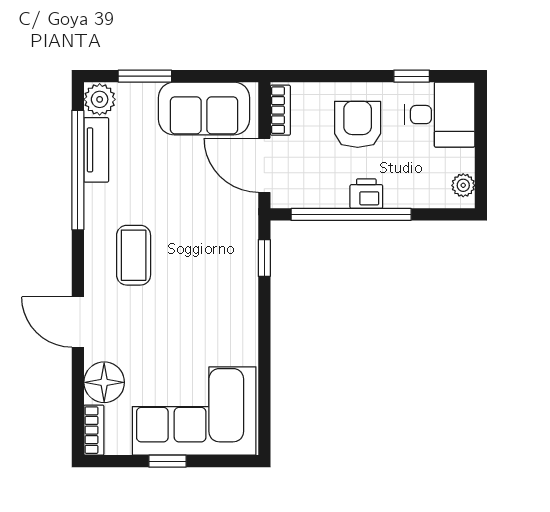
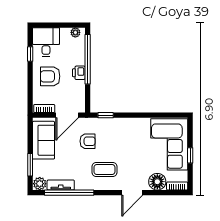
armchair: (202, 214) -> (87, 141), added
window: (351, 214) -> (88, 59), moved

